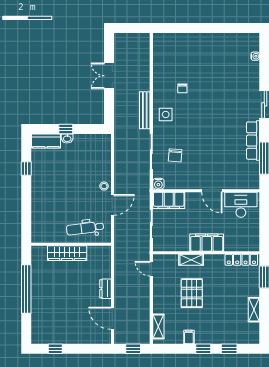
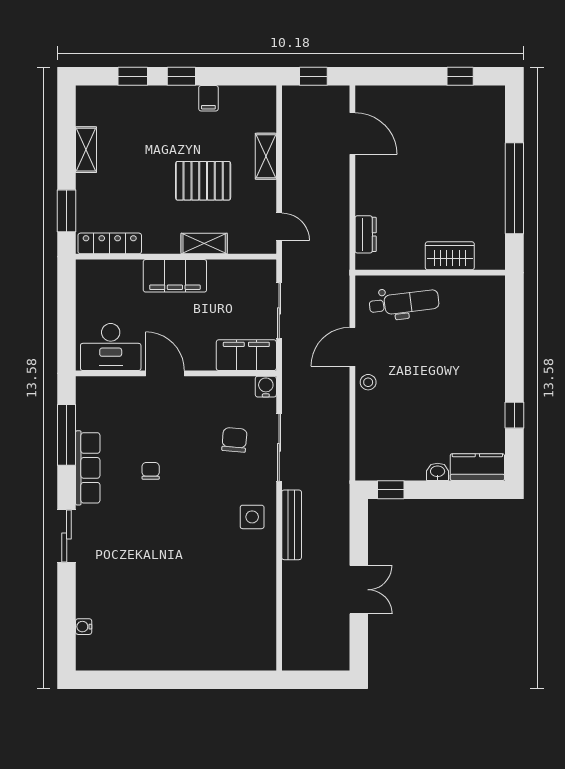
chair: (182, 88) -> (151, 471), moved
window: (66, 129) -> (391, 490), moved
wardrobe: (67, 253) -> (450, 256), width x0.67
dresser: (105, 289) -> (366, 234), moved
pallet: (192, 293) -> (203, 181), turned 90
shelving: (158, 326) -> (266, 156), moved

